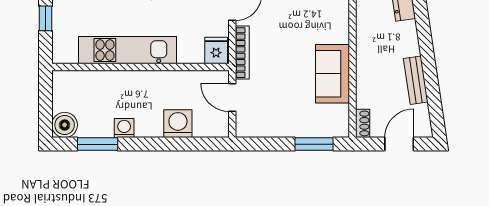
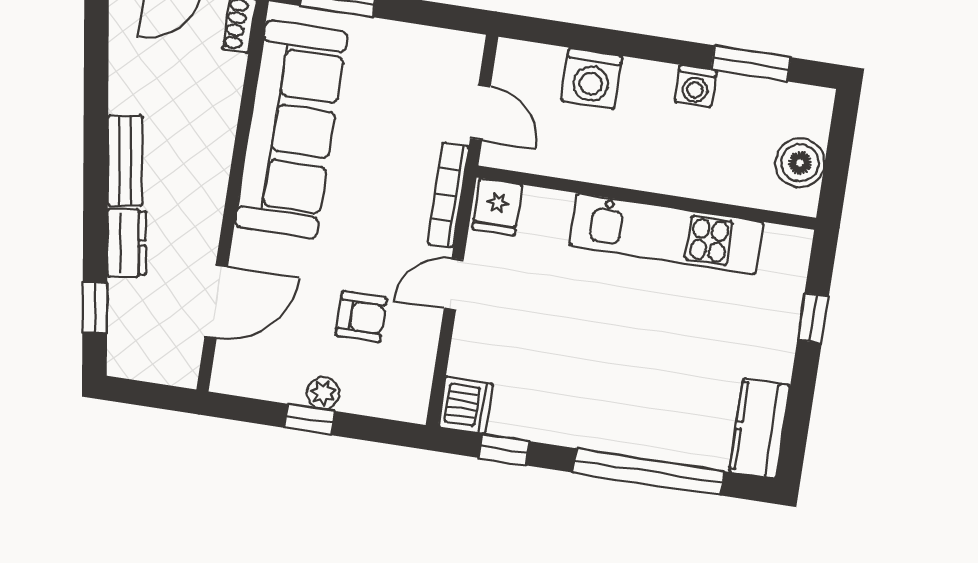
sofa: (332, 74) -> (291, 129), width x1.85, depth x1.27
bench: (416, 80) -> (125, 161), moved
boiler: (65, 125) -> (800, 163), moved

